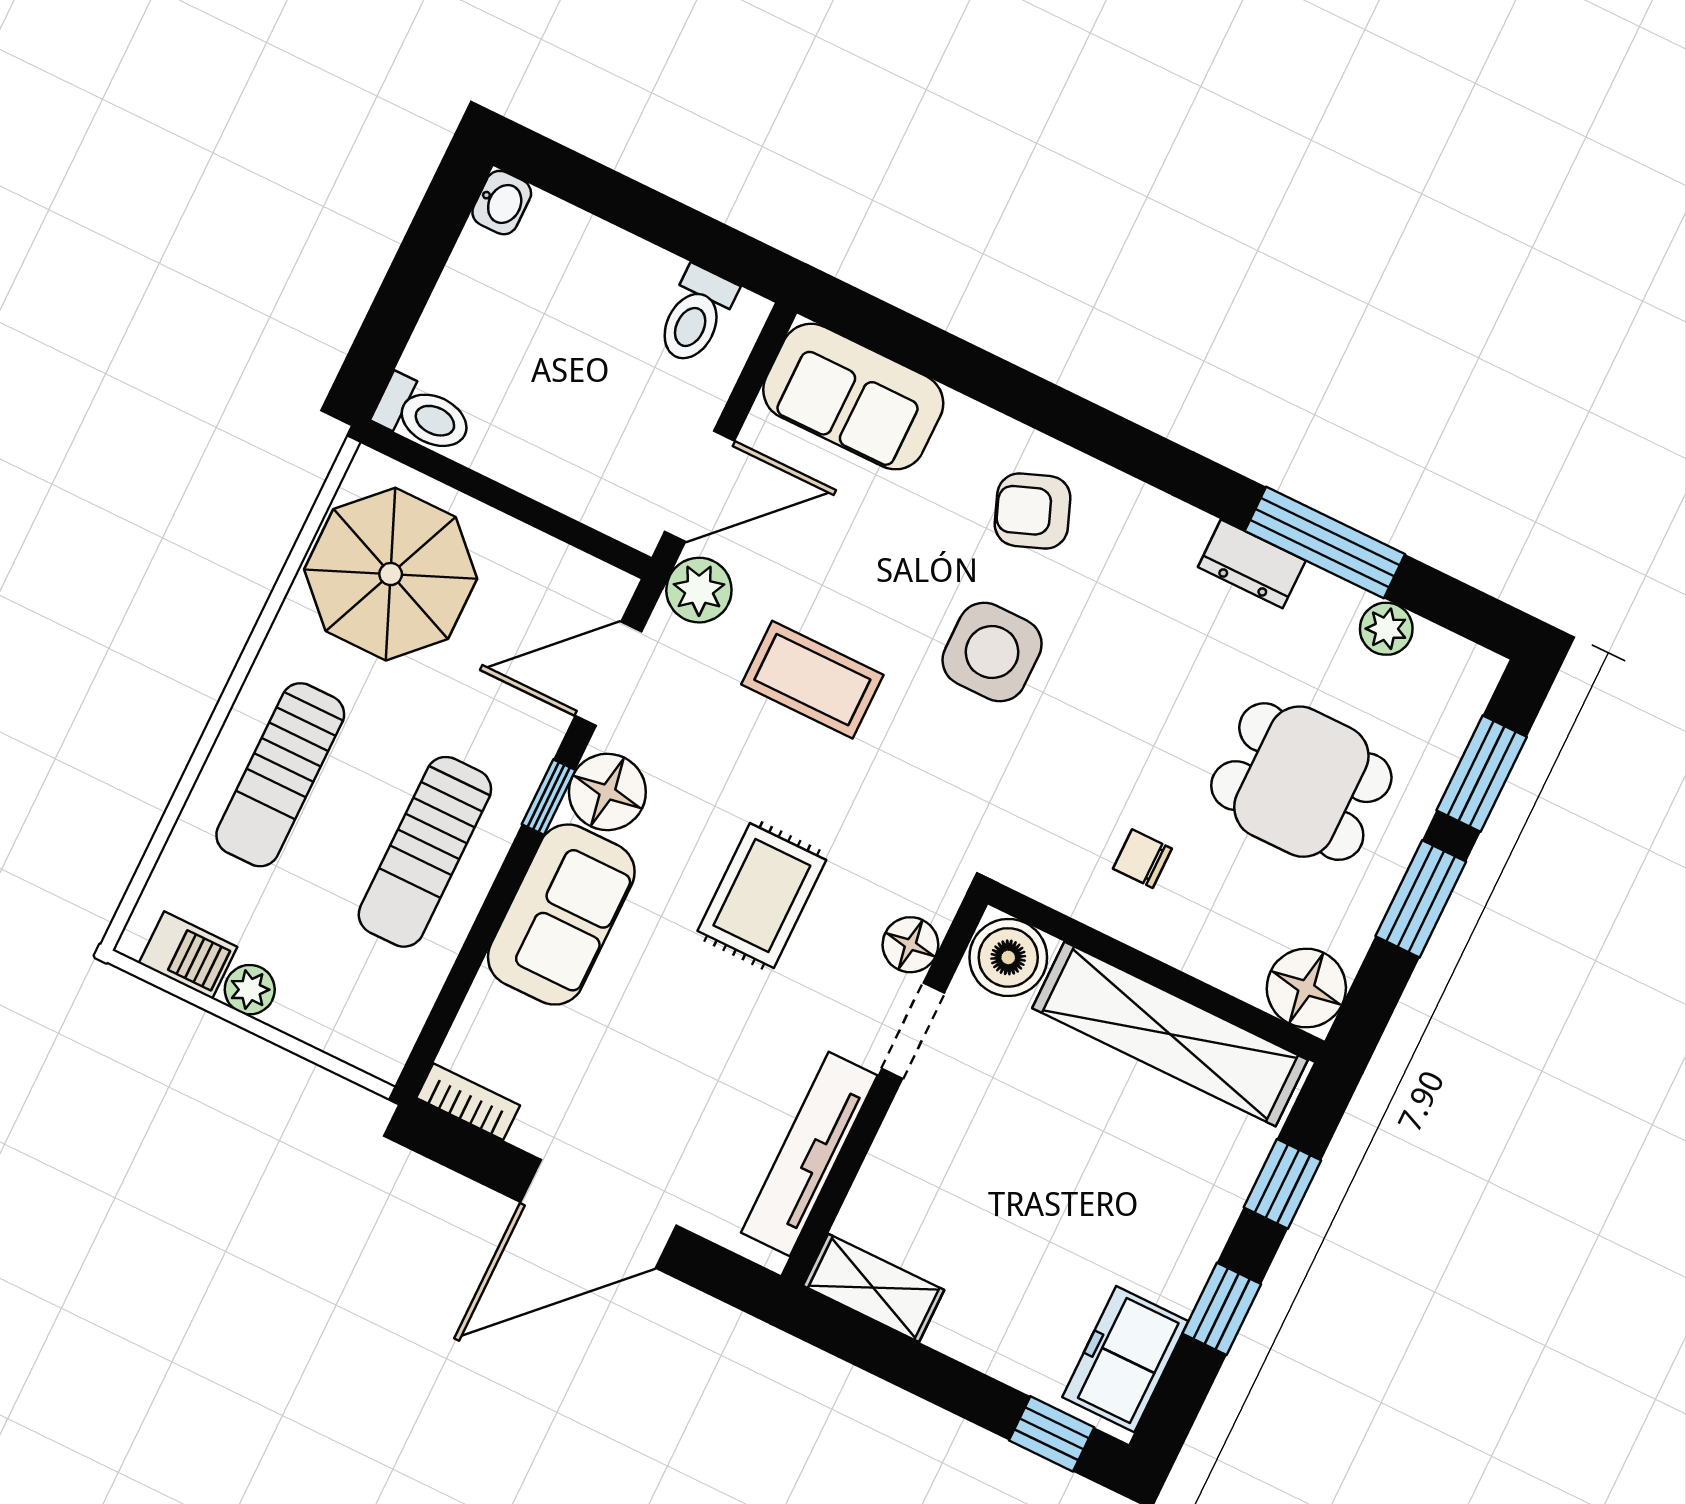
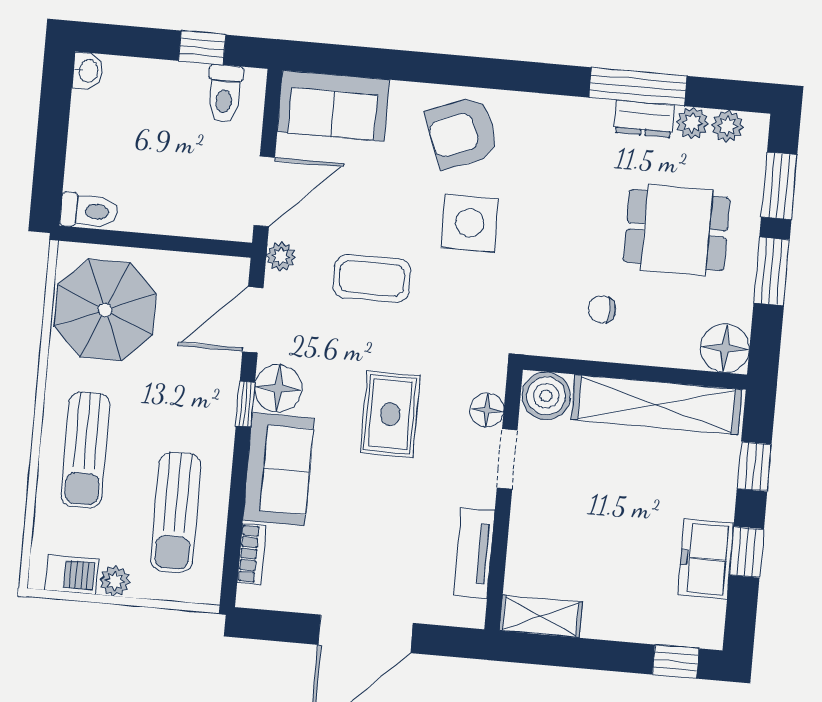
window: (688, 233) -> (202, 48), added
armchair: (1033, 511) -> (462, 133), width x1.38, depth x1.38
dresser: (1252, 564) -> (644, 119), moved
plant: (699, 590) -> (281, 256), width x0.73, depth x0.73
plant: (1438, 654) -> (728, 126), added
sun lounger: (425, 852) -> (176, 512), moved
bookcase: (468, 1102) -> (252, 554), moved, turned 90
tv unit: (809, 1154) -> (474, 553), width x0.71
freezer: (1125, 1359) -> (706, 559), moved

